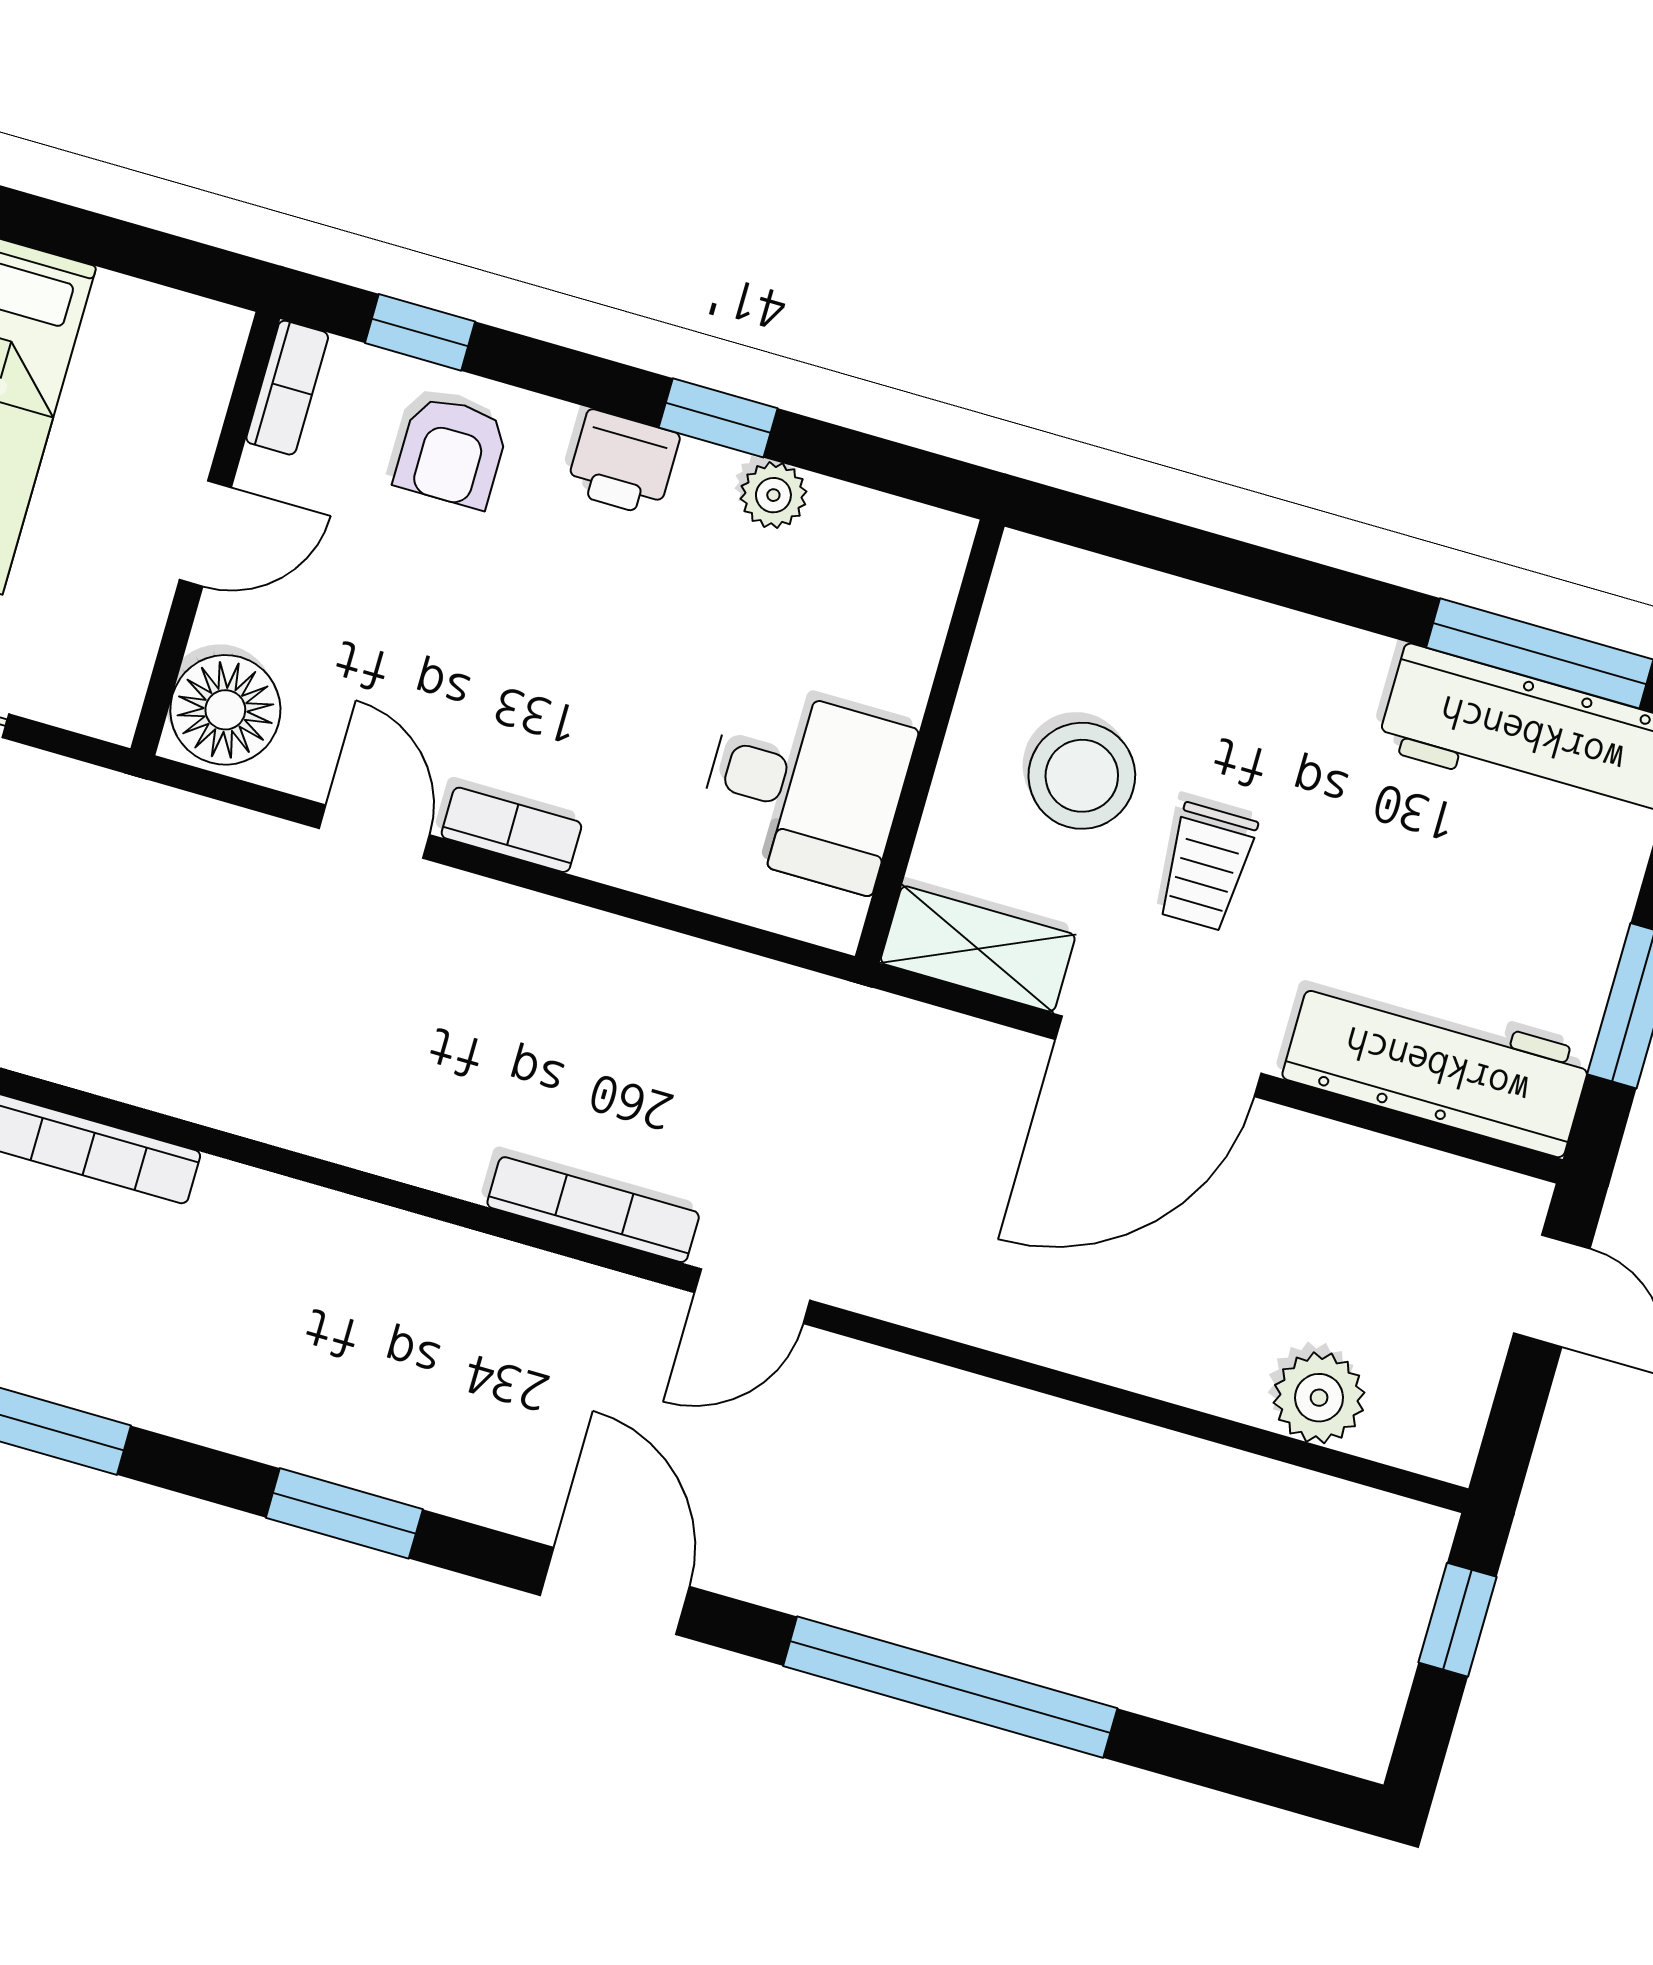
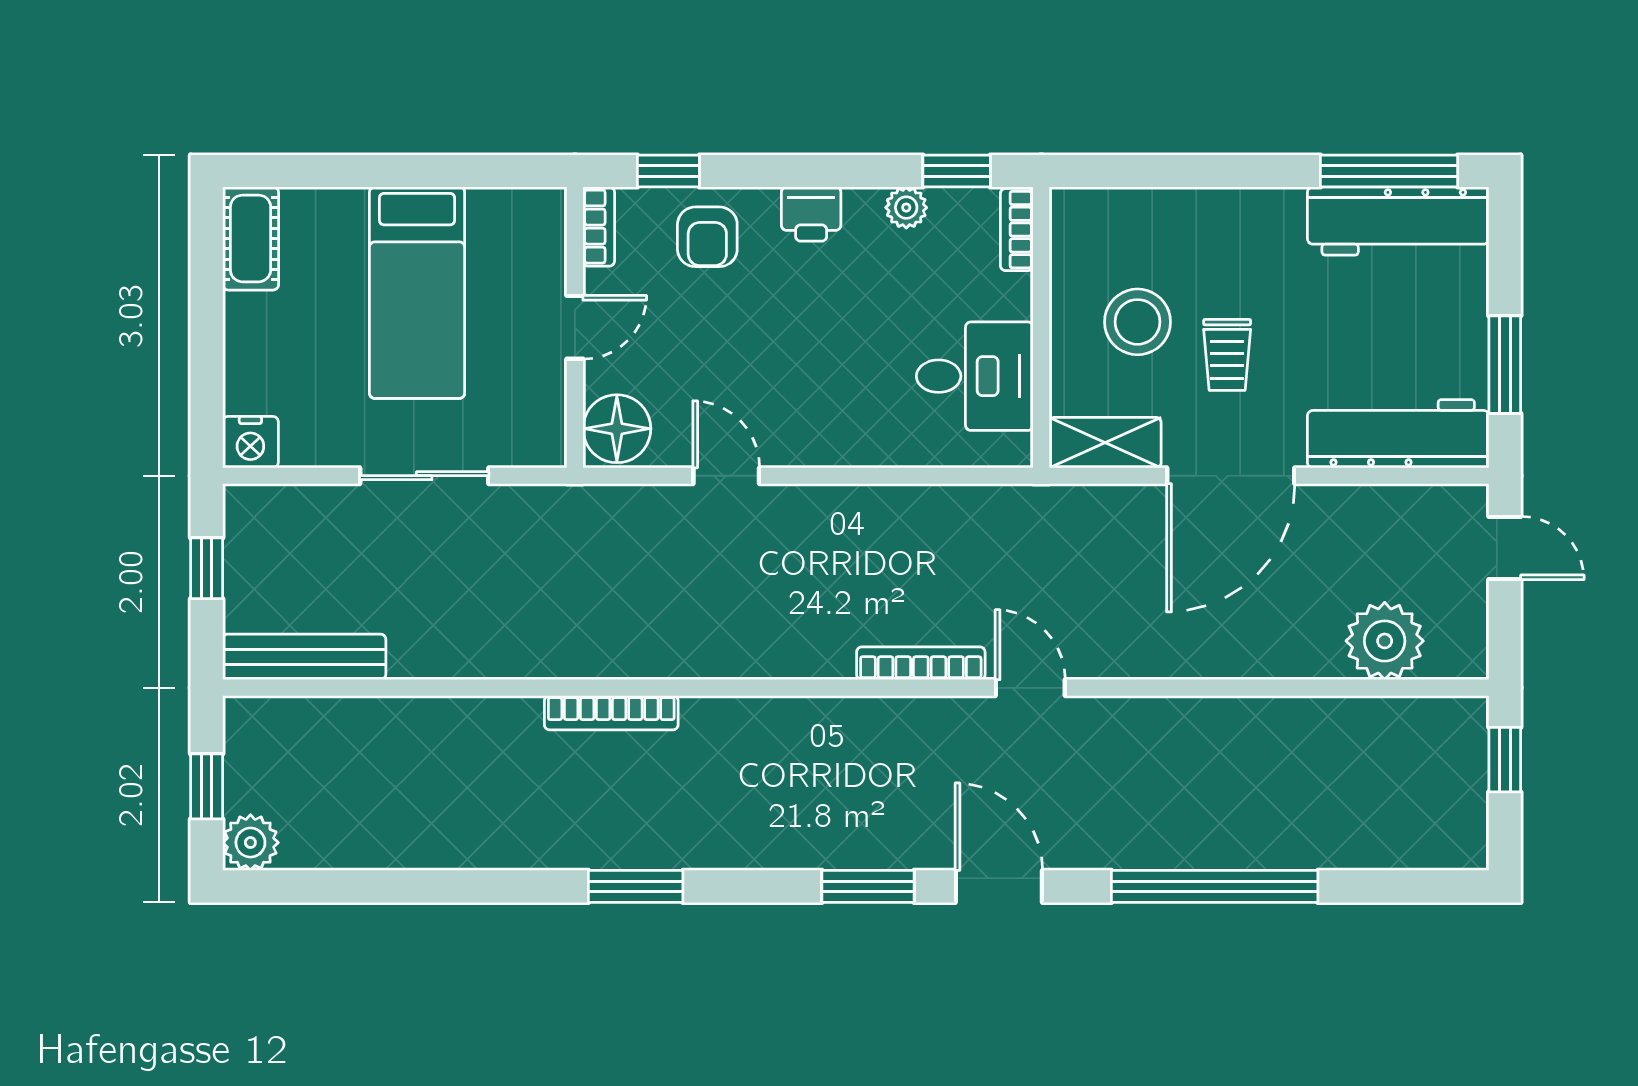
window: (718, 418) -> (957, 171), moved
bookcase: (511, 830) -> (1017, 230), moved, turned -90
door: (752, 1296) -> (1030, 688), swing flipped
plant: (1319, 1398) -> (1385, 641), width x1.36, depth x1.36
window: (344, 1513) -> (868, 886), moved

